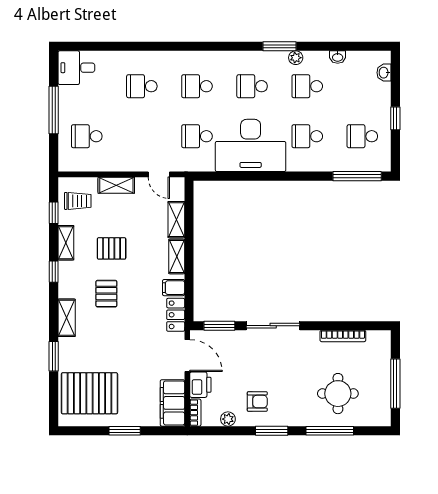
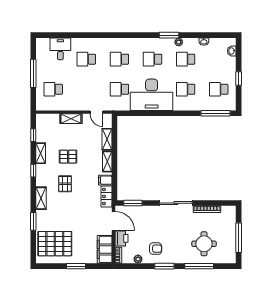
desk: (76, 68) -> (60, 49), moved, turned 90
trolley: (78, 201) -> (48, 128), removed
sliding door: (273, 326) -> (176, 203), moved

